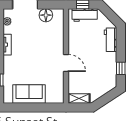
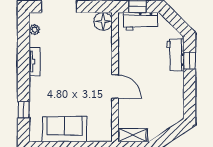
floor lamp: (46, 15) -> (103, 21), moved
window: (121, 68) -> (190, 61), moved

